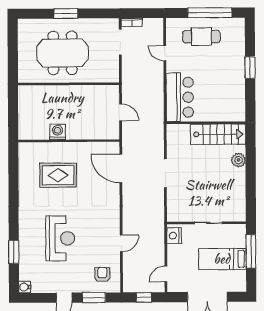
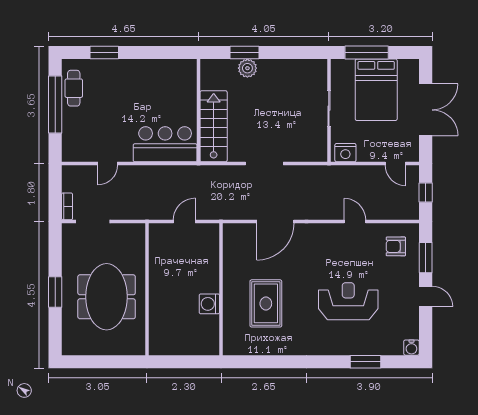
cafe table: (201, 37) -> (74, 88), moved, width x0.73, depth x0.74
window: (250, 68) -> (104, 52), moved
stairs: (218, 134) -> (214, 126), moved
window: (251, 158) -> (244, 52), added
door: (121, 169) -> (275, 222), moved
bed: (222, 259) -> (376, 90), width x1.50

